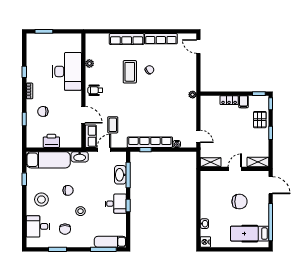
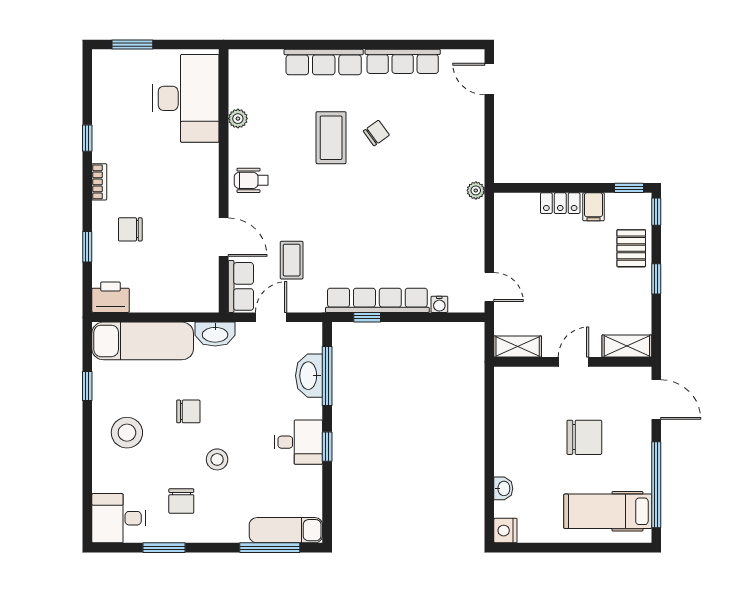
desk: (67, 71) -> (186, 98), moved
printer: (51, 141) -> (111, 297), moved
desk: (38, 226) -> (119, 518), moved

